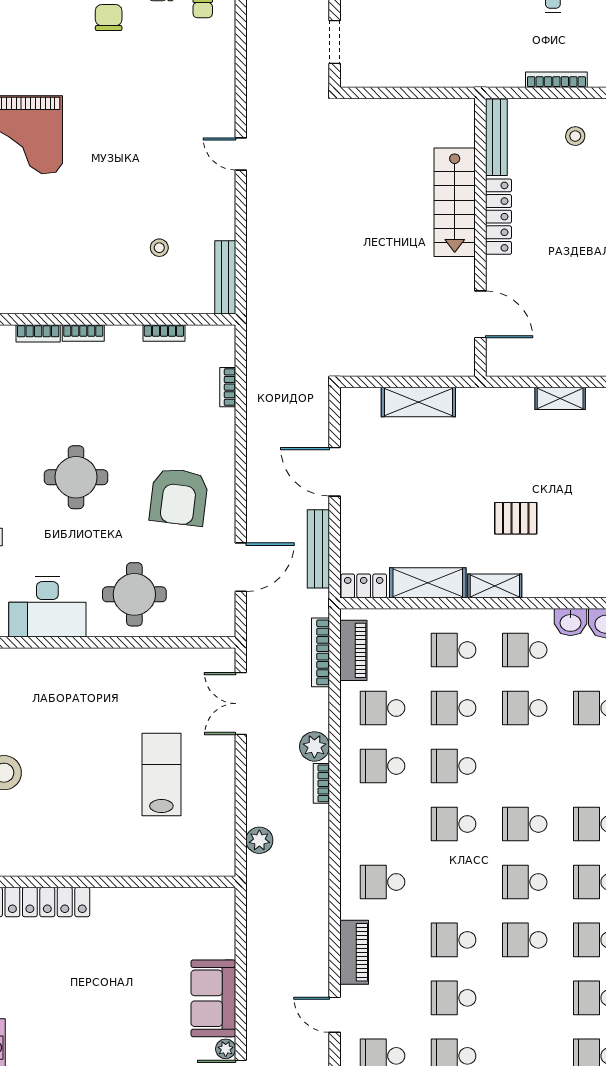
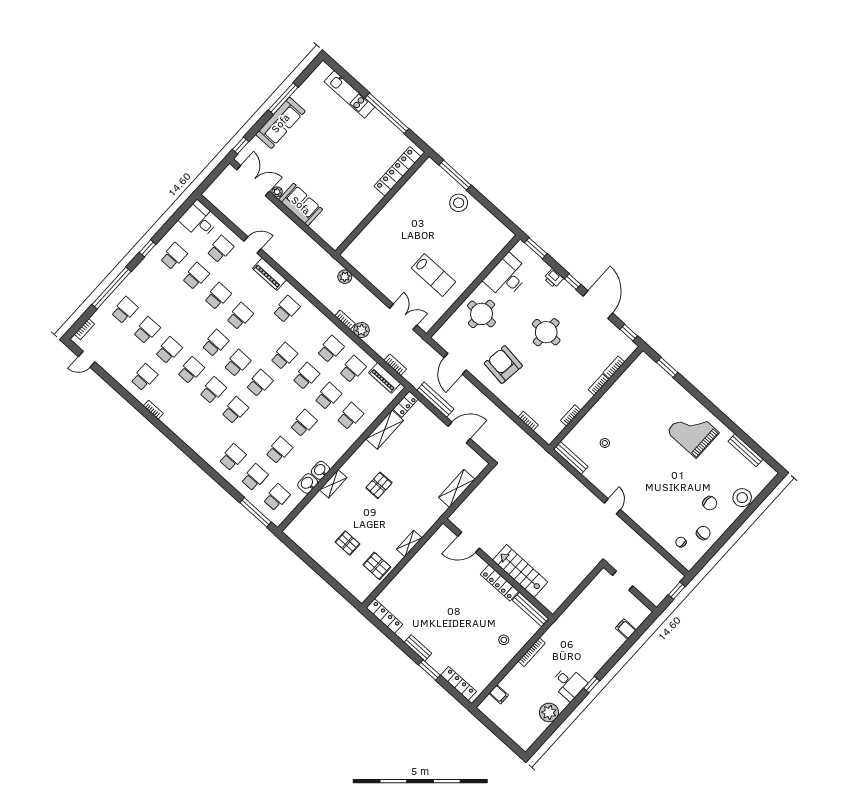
door: (241, 154) -> (612, 506), hinge flipped
shelving: (495, 586) -> (333, 484), moved
school desk: (525, 650) -> (326, 443), removed
bookcase: (320, 652) -> (395, 365), width x0.64
lab bench: (161, 775) -> (434, 275), moved

